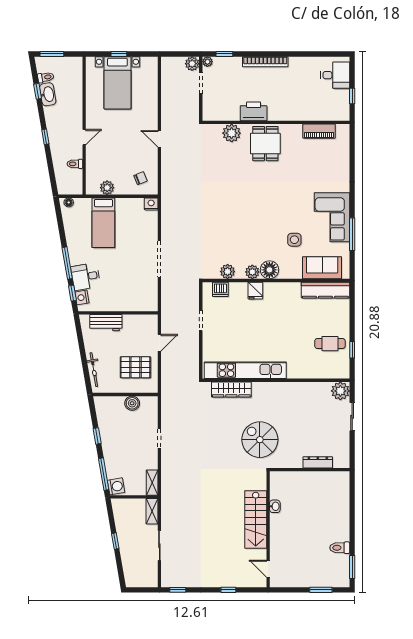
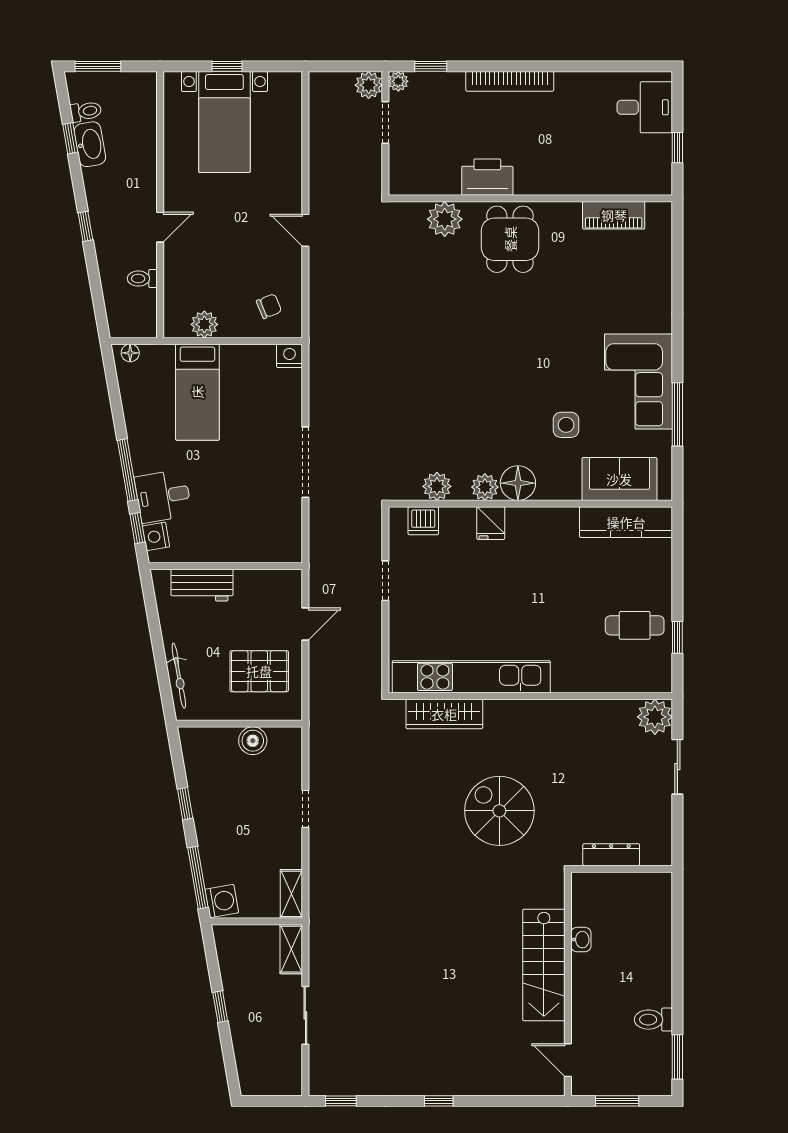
washbasin: (275, 506) -> (581, 940), moved
stairs: (256, 519) -> (544, 965), moved
wall: (268, 529) -> (568, 984), moved
door: (268, 569) -> (568, 1060), moved

